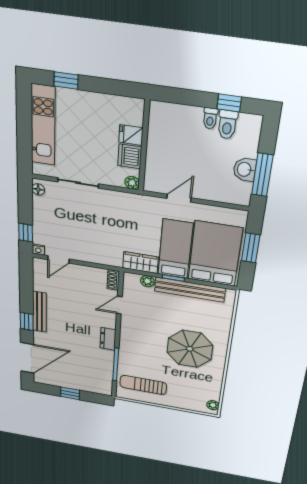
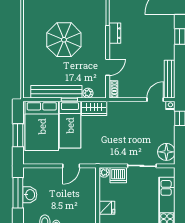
dishwasher: (130, 156) -> (118, 175), moved, turned 90
floor lamp: (38, 189) -> (166, 152), width x1.89, depth x1.89
bench: (39, 312) -> (170, 79), moved
parasol: (190, 349) -> (64, 40), moved

